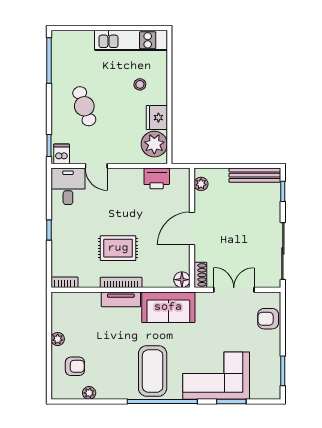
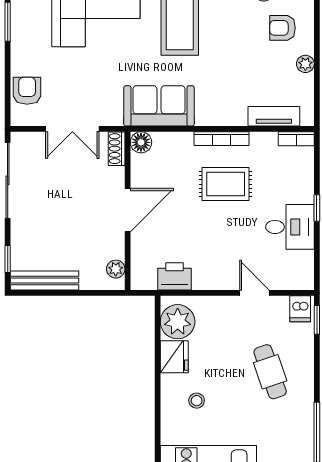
desk: (68, 186) -> (290, 227), moved, turned -90
tv unit: (121, 299) -> (274, 116), moved
armchair: (268, 319) -> (27, 91), turned -90

